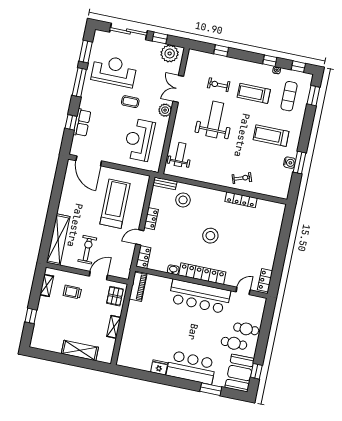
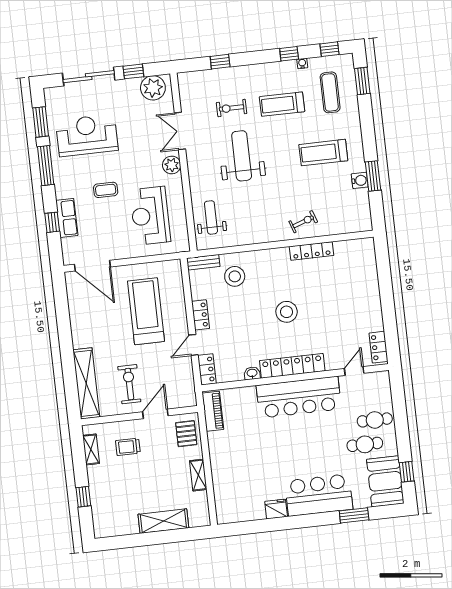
coffee table: (130, 102) -> (106, 190), moved

